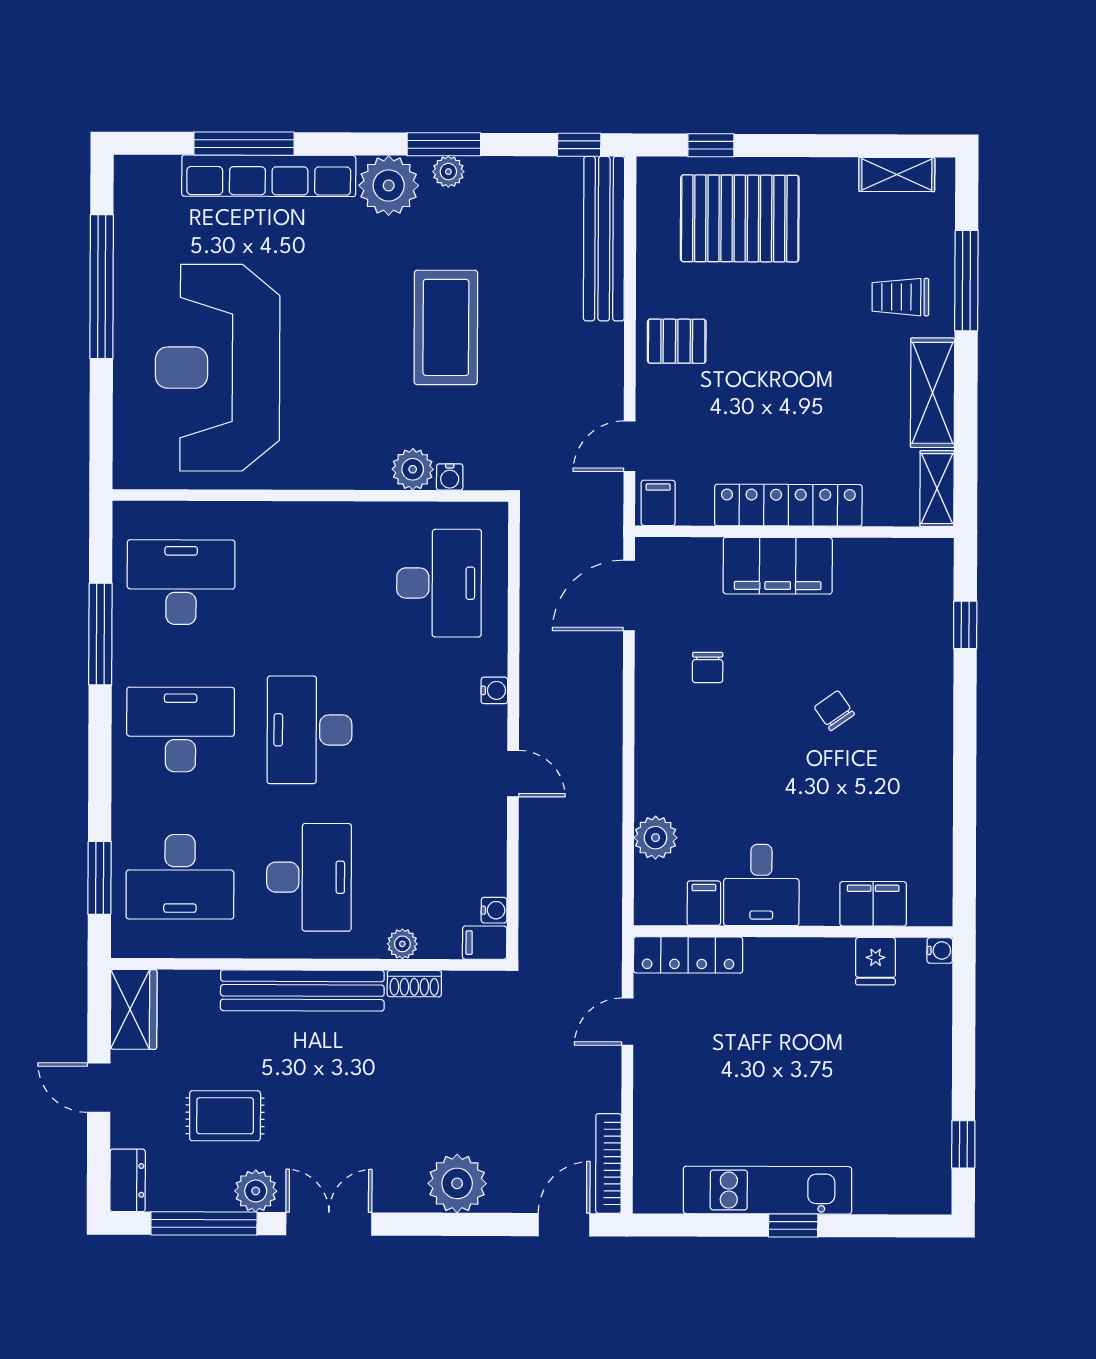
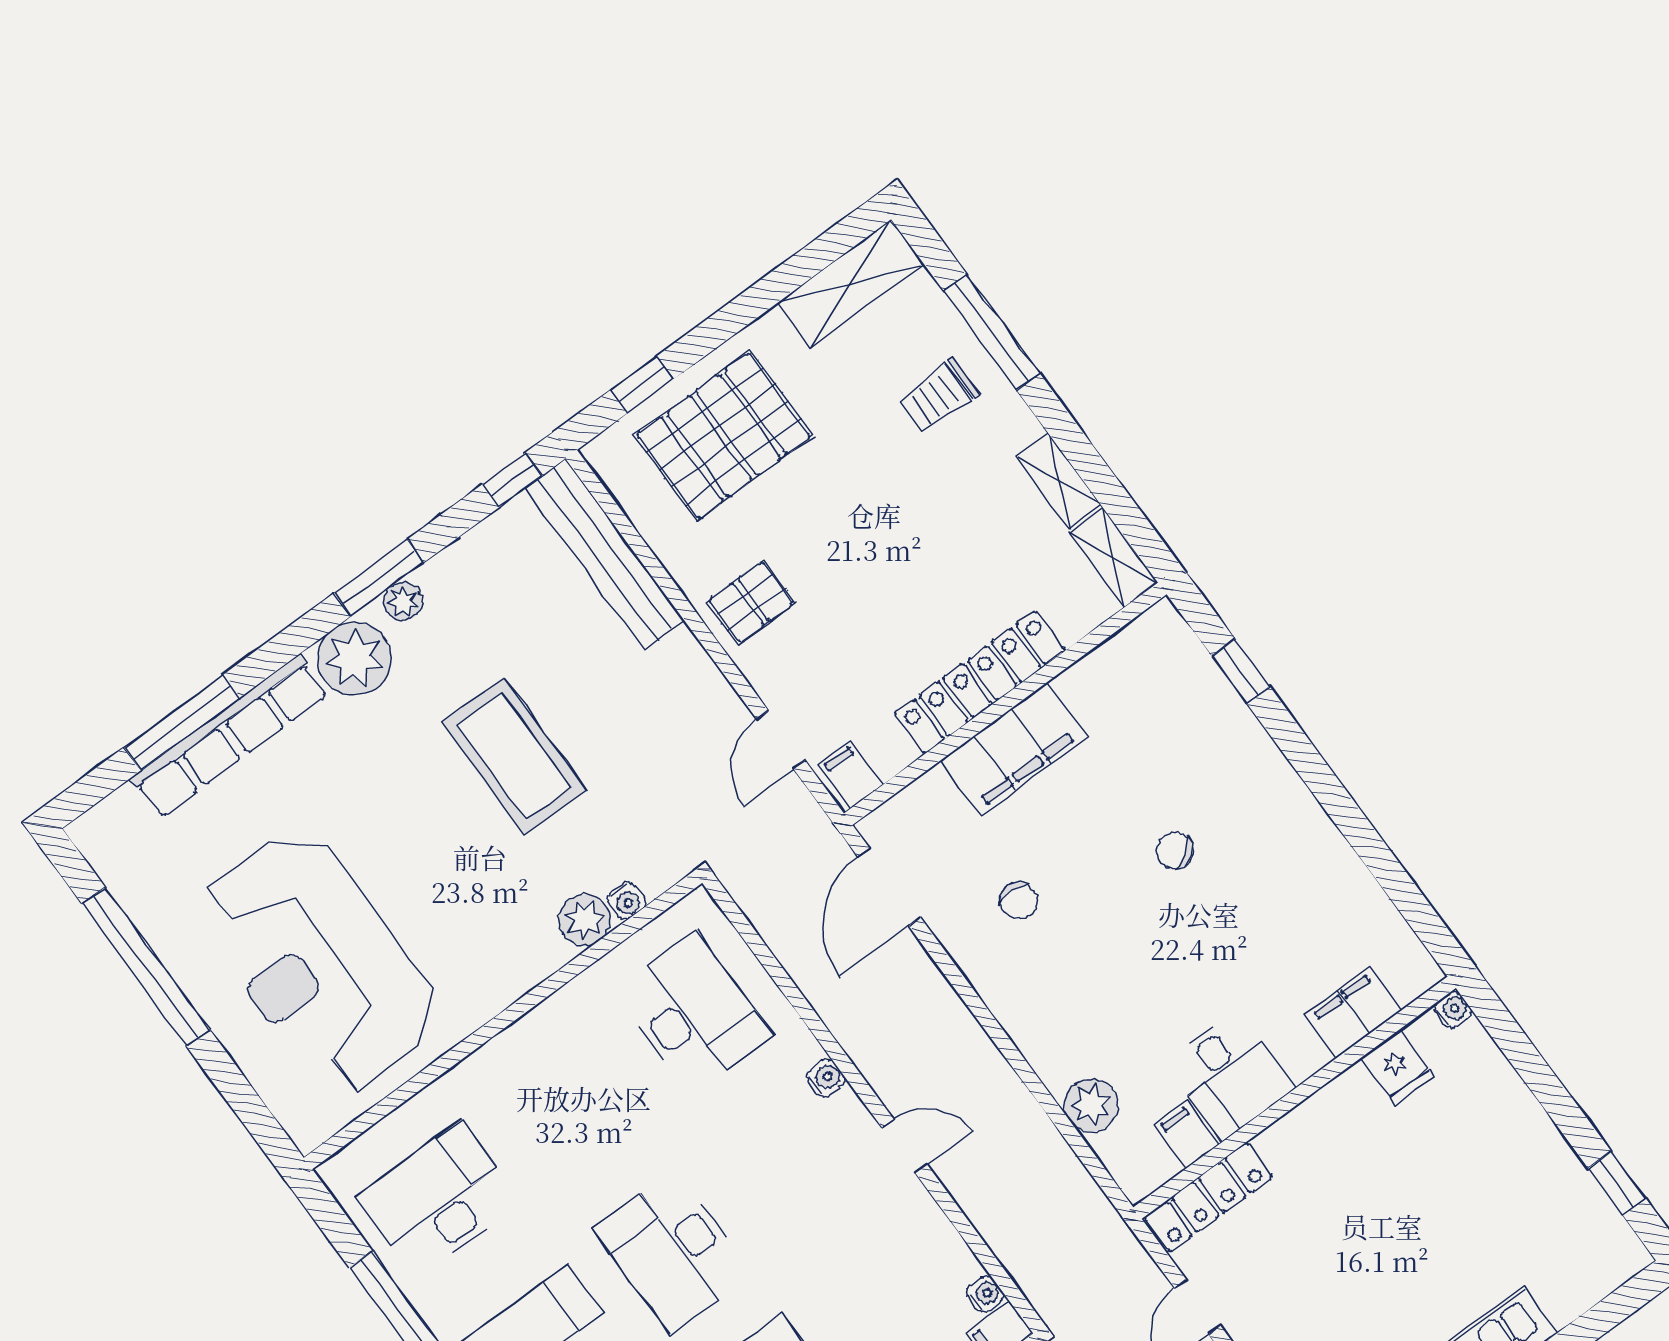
shelving: (897, 174) -> (850, 284), width x1.50, depth x1.33
shelving: (933, 393) -> (1059, 481), width x0.67, depth x0.75

